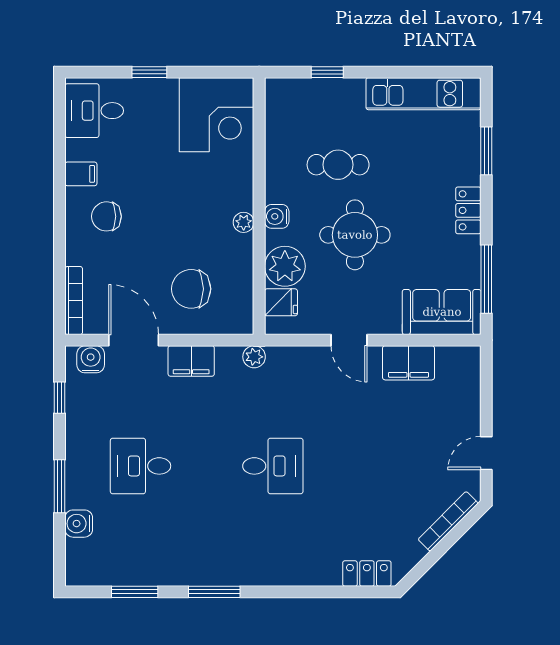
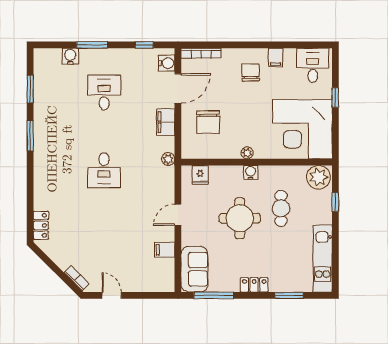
corner desk: (217, 115) -> (302, 129), width x1.36, depth x1.36
plant: (285, 266) -> (319, 177), moved
chair: (191, 289) -> (208, 122), turned 180
filing cabinet: (408, 363) -> (165, 250), width x0.50
bookcase: (448, 521) -> (77, 278), width x0.64

